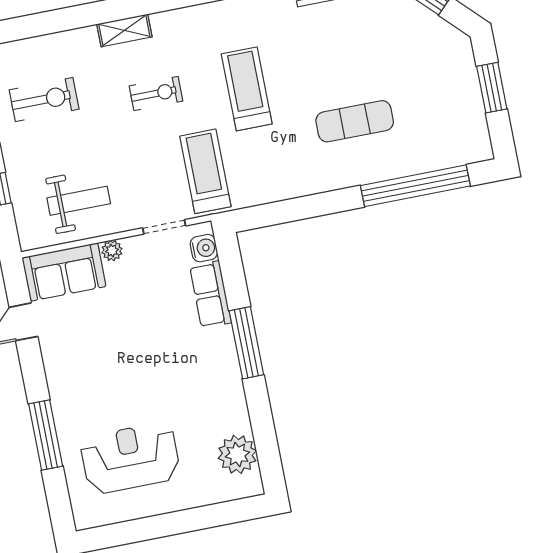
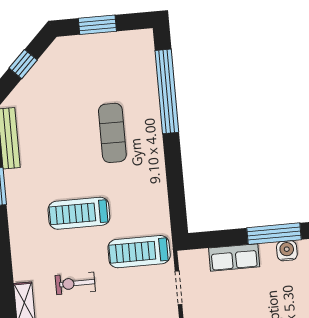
exercise bike: (156, 93) -> (75, 283), turned -90
water cooler: (204, 248) -> (287, 251), moved

